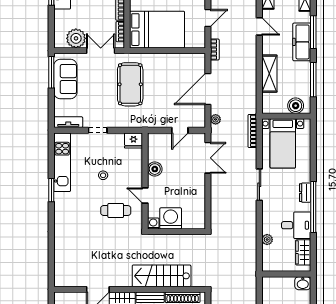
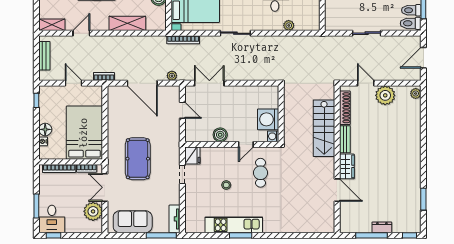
window: (51, 72) -> (161, 235), moved
pool table: (130, 84) -> (138, 159), turned 90
doorway: (98, 130) -> (182, 174), moved
kitchen unit: (62, 162) -> (234, 225), moved

